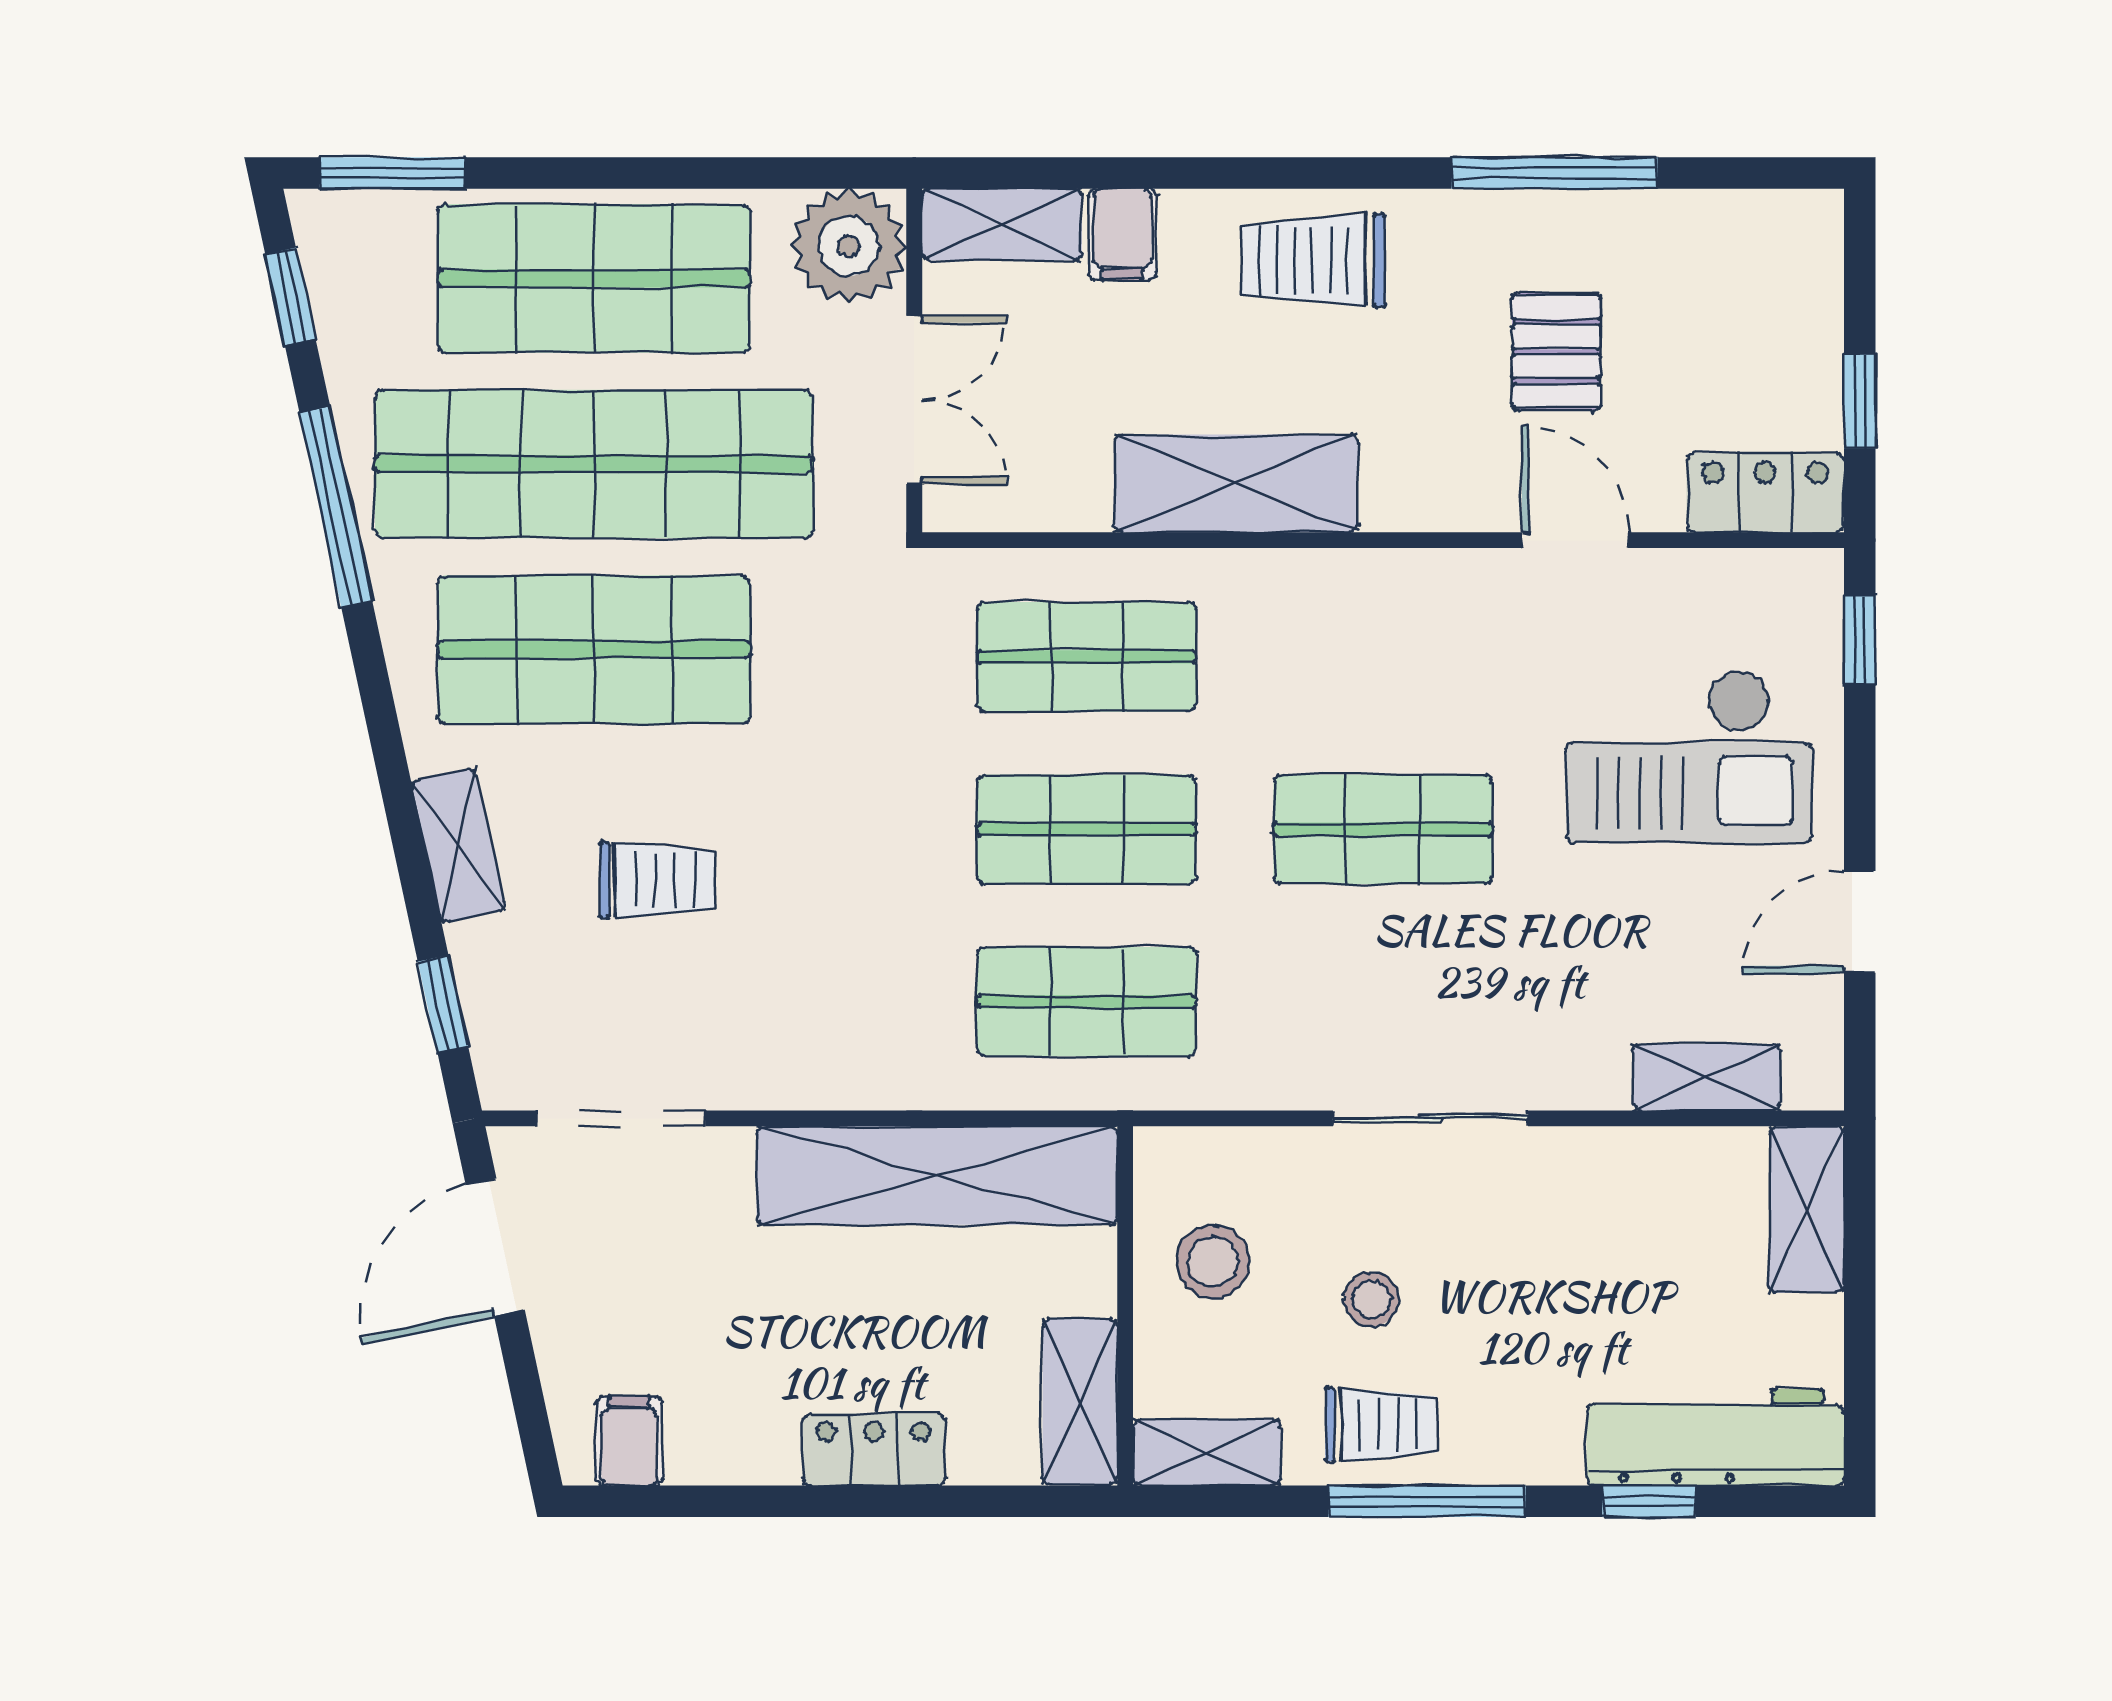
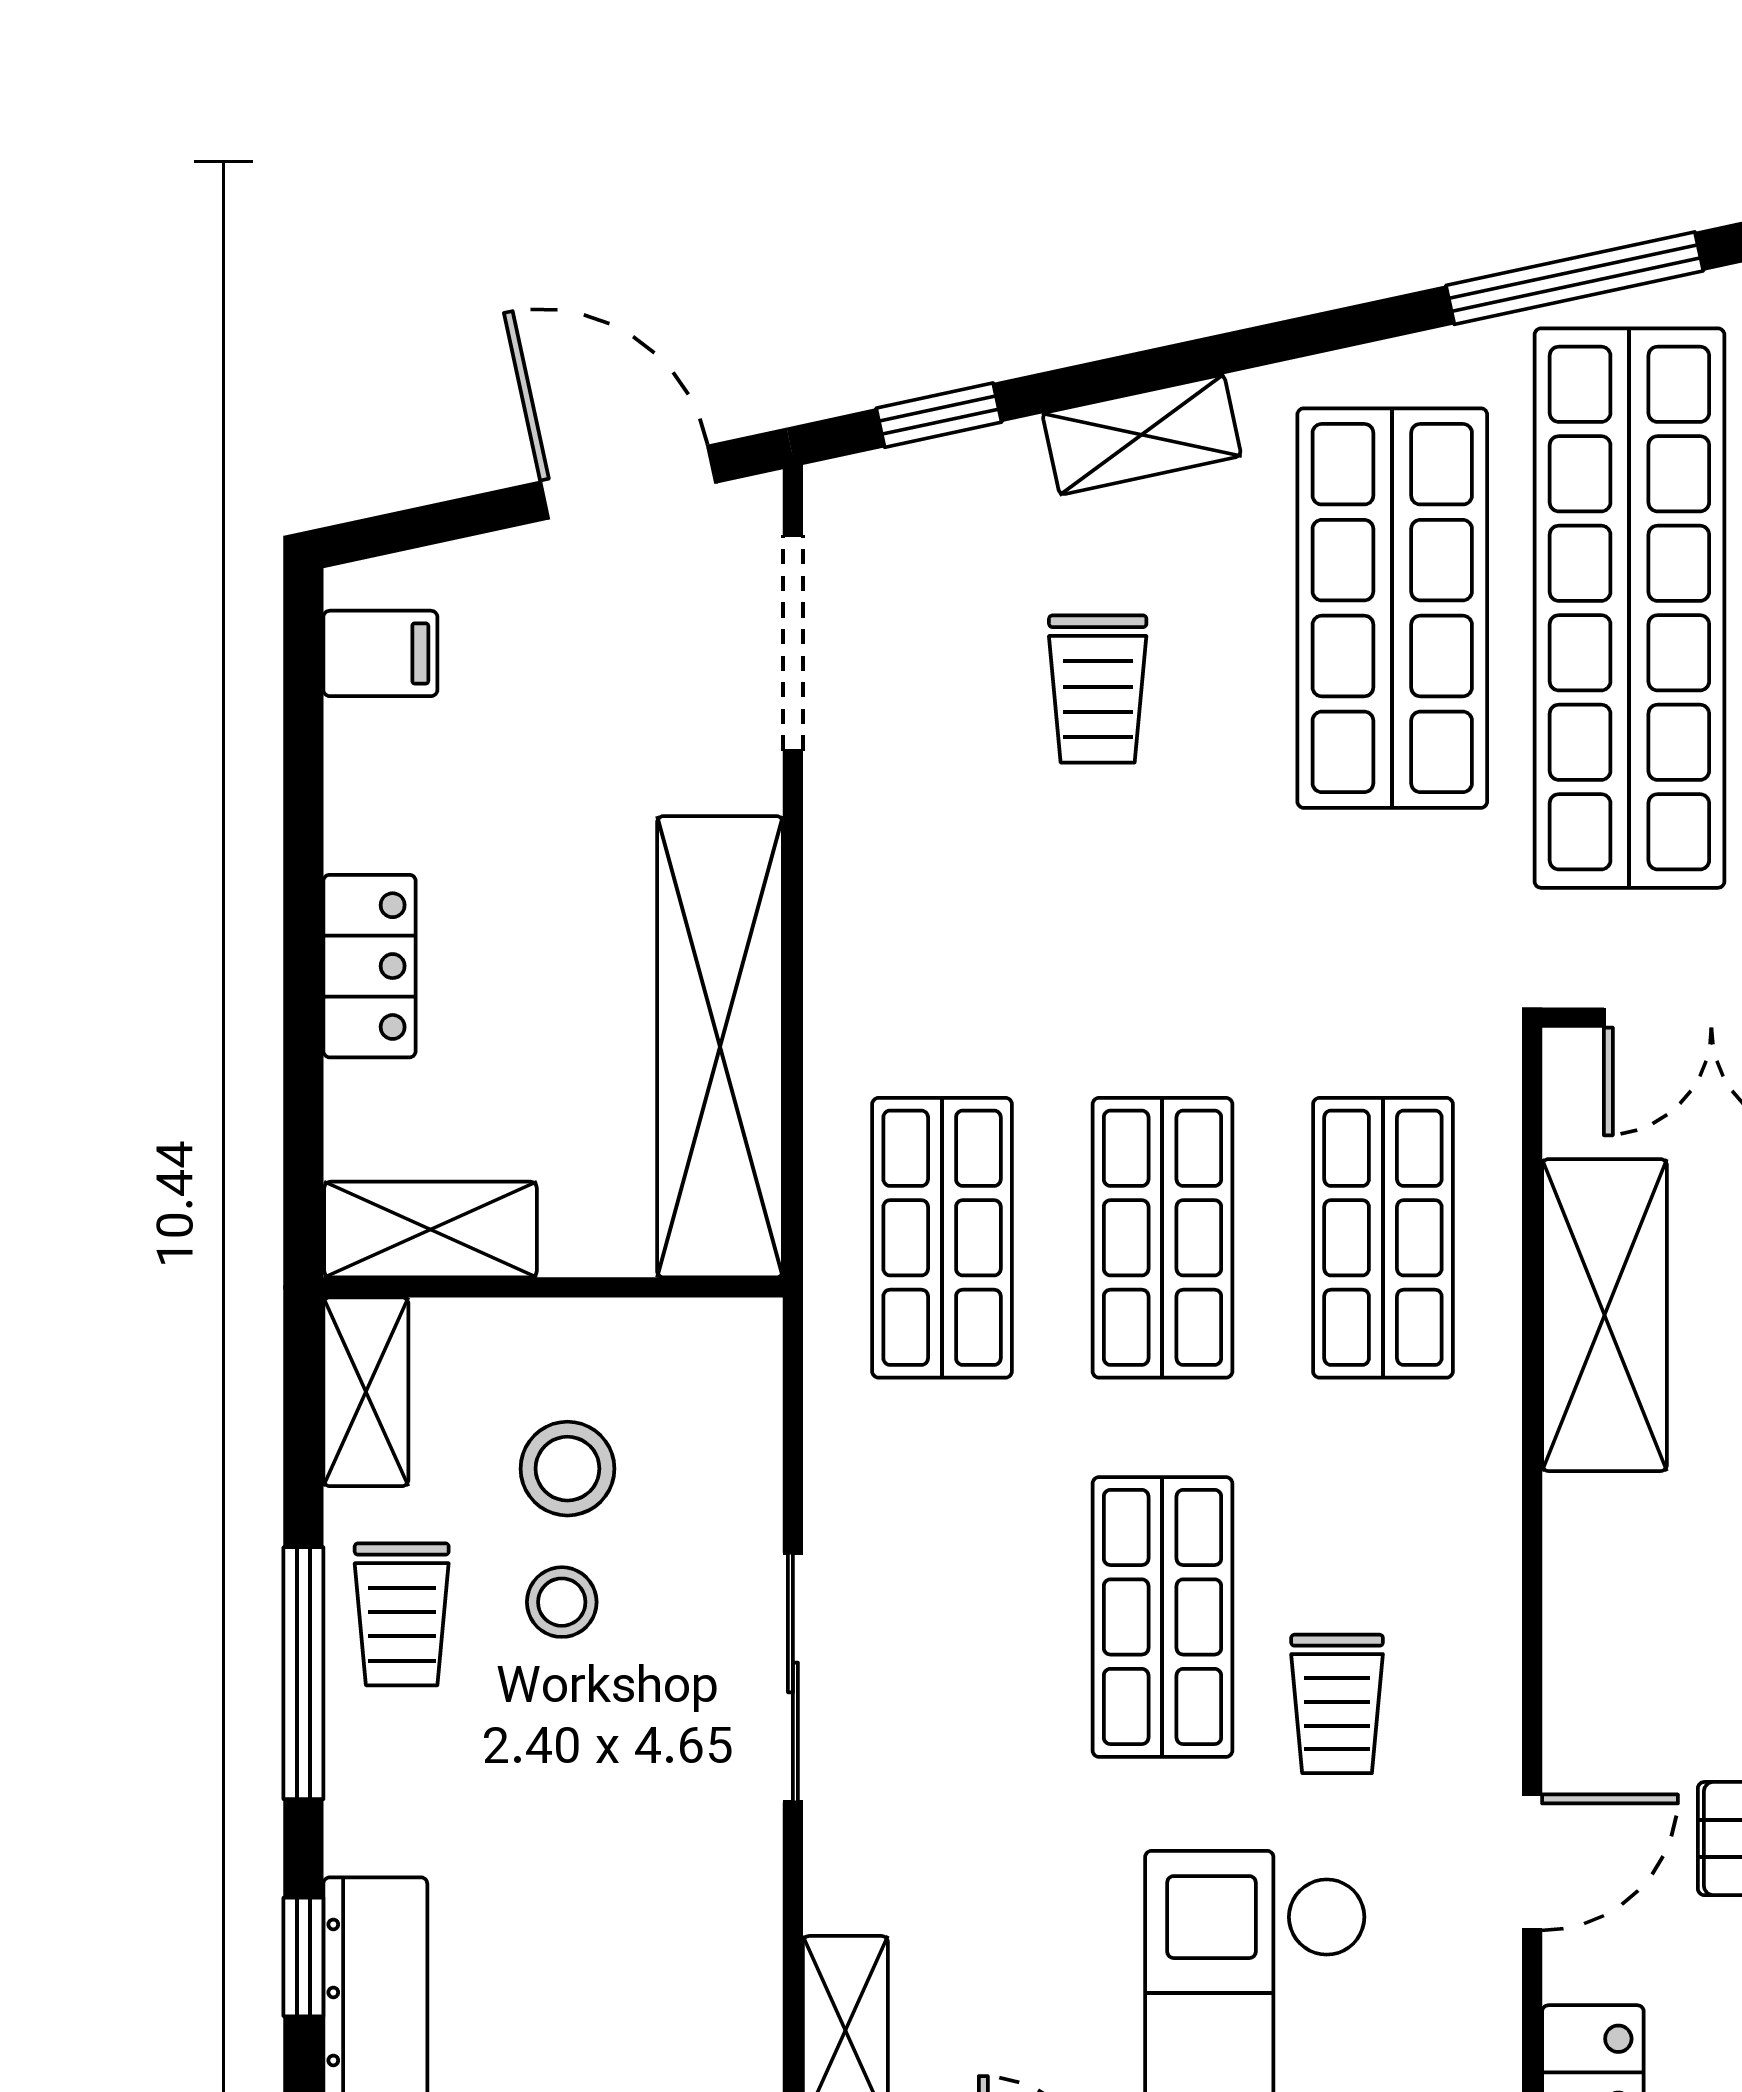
shelving: (1236, 484) -> (1604, 1315), moved
trolley: (1451, 693) -> (1337, 1704), added
stool: (1213, 1261) -> (567, 1469), moved

